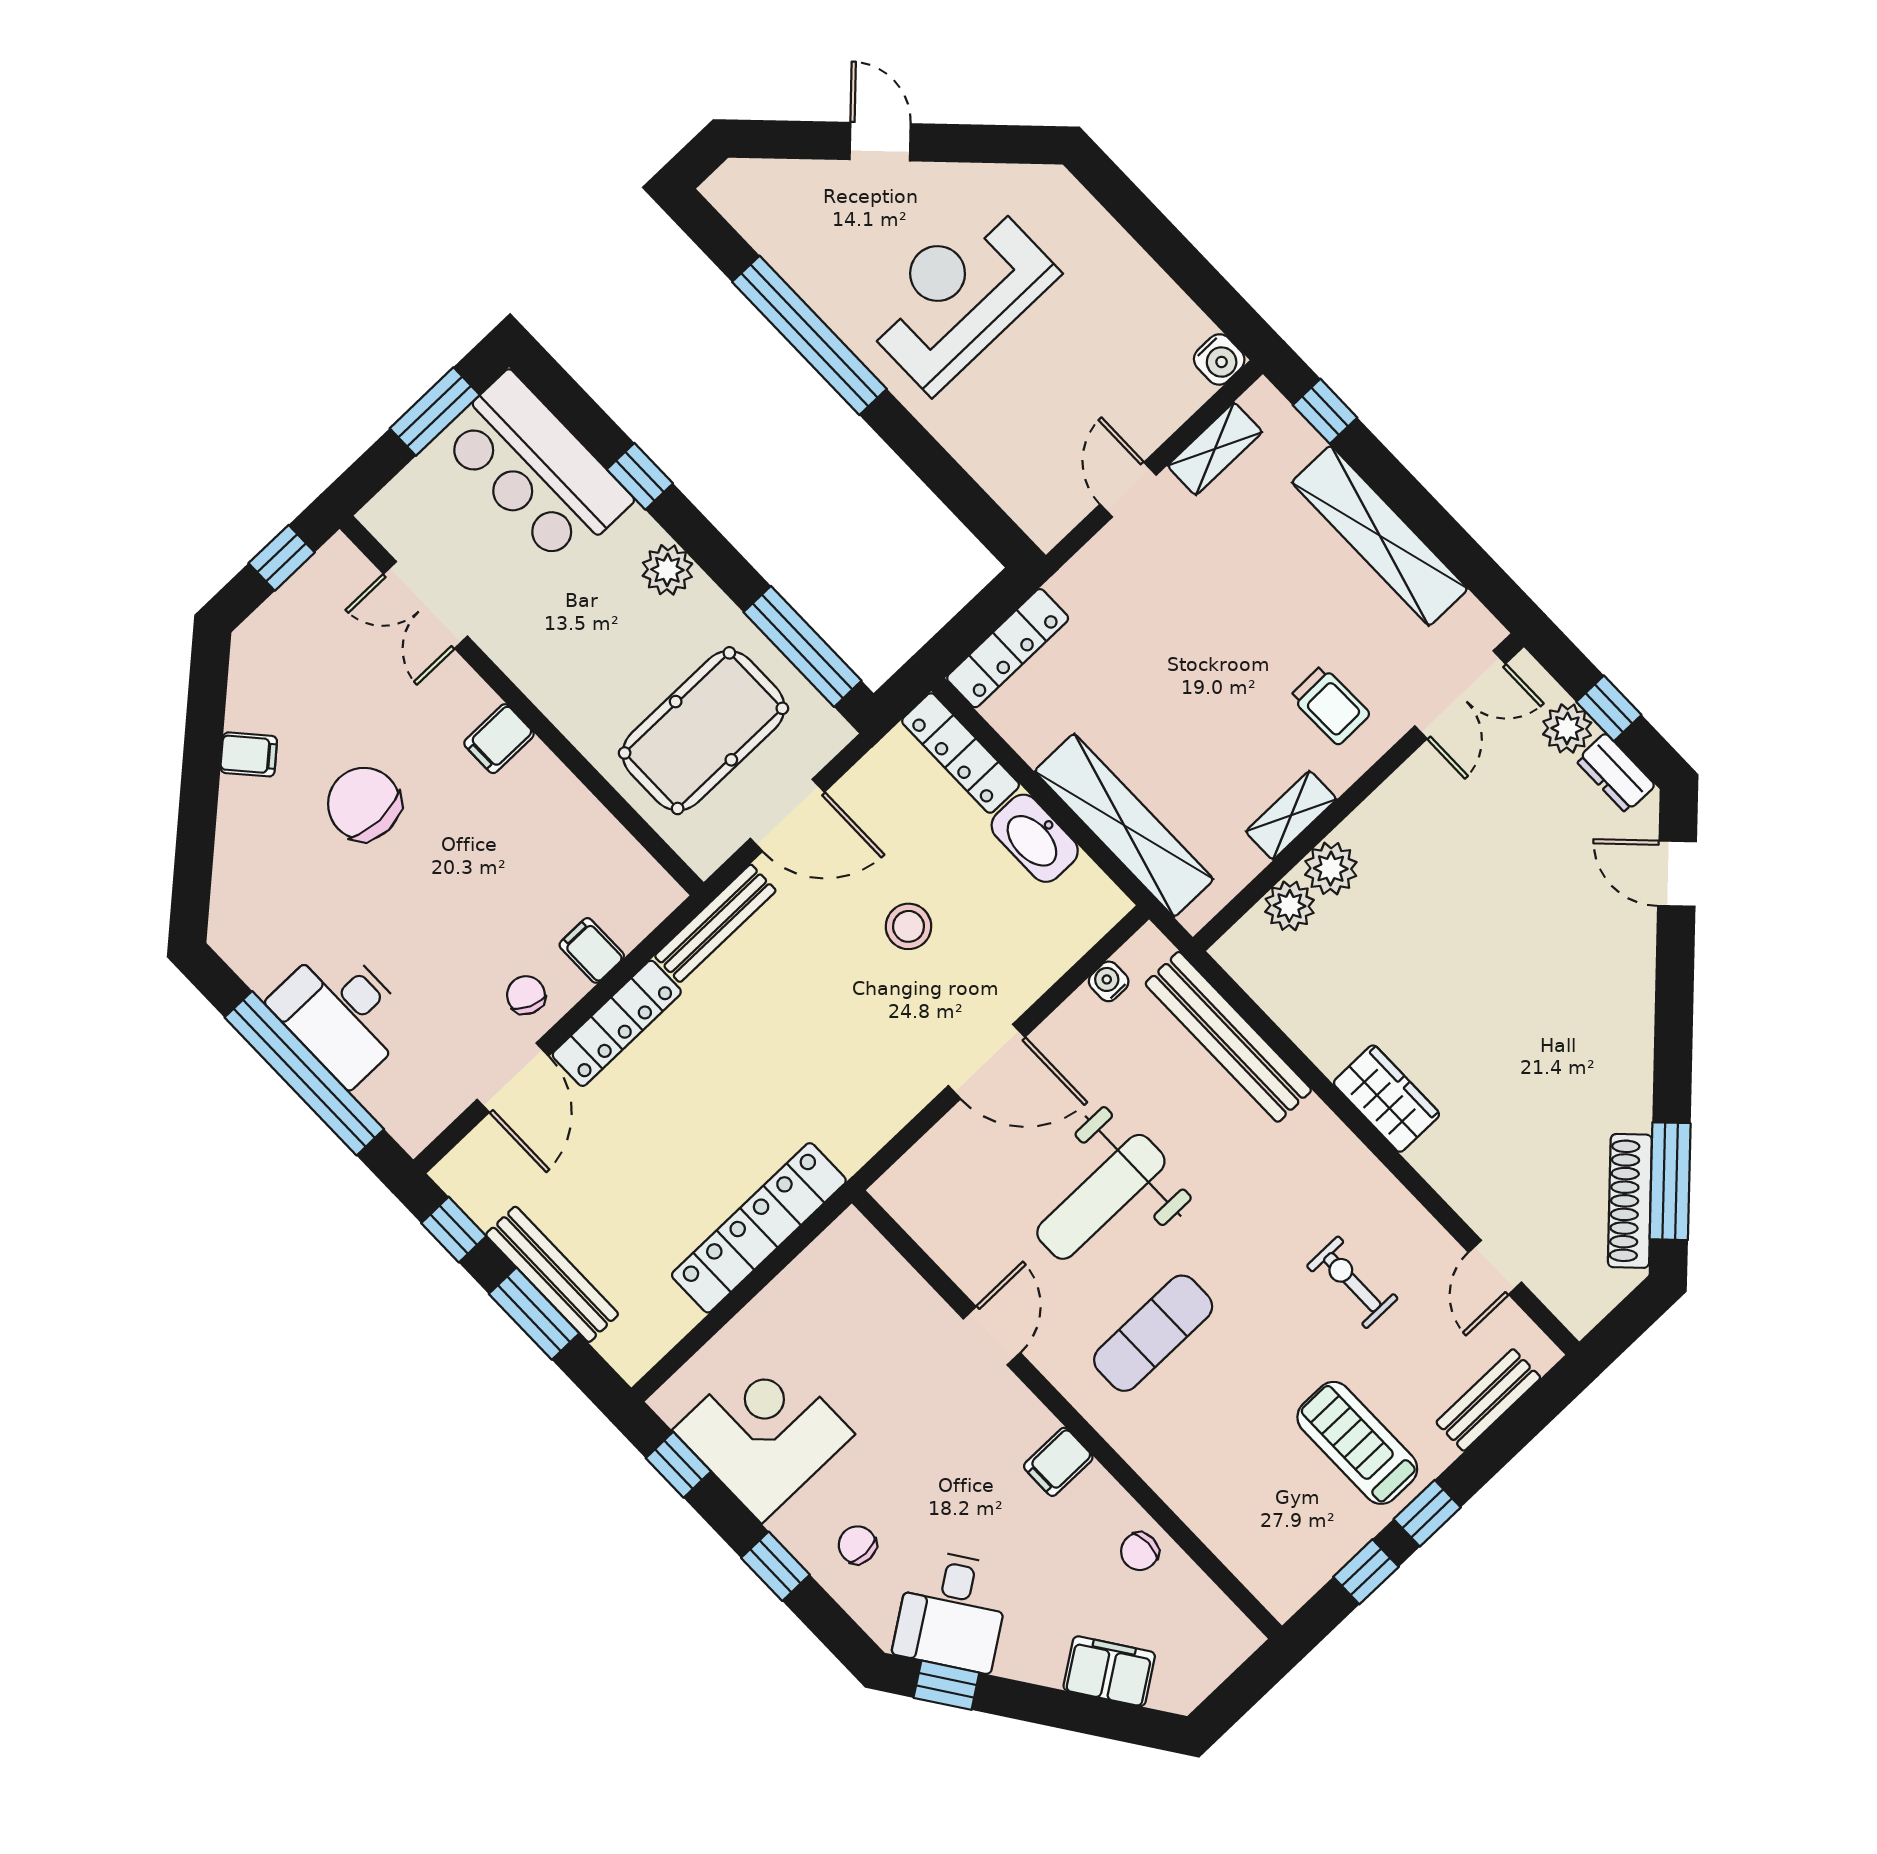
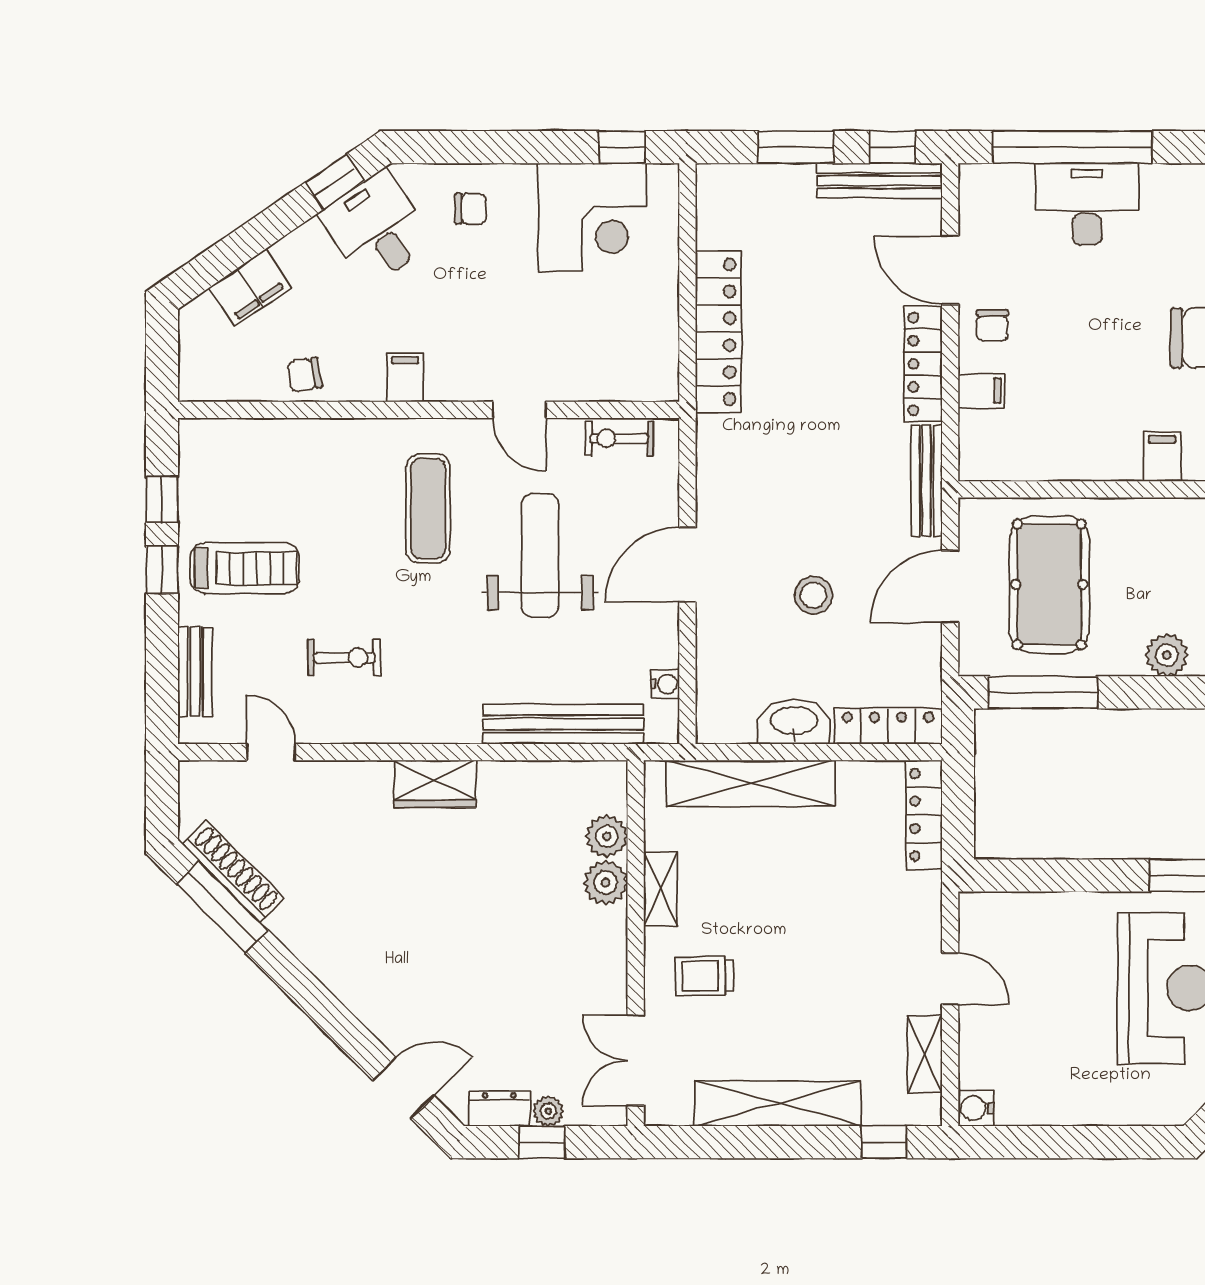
plant: (1567, 728) -> (548, 1111), width x0.73, depth x0.73
chair: (526, 995) -> (992, 325), turned 67
exercise bike: (934, 1225) -> (619, 439), added
bench: (552, 1274) -> (880, 181), moved
chair: (1140, 1551) -> (304, 375), turned -100
window: (775, 1566) -> (505, 147), removed

